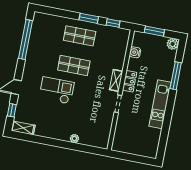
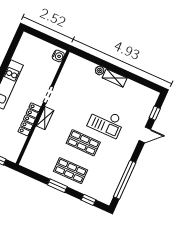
window: (113, 23) -> (89, 200), moved
water cooler: (135, 52) -> (58, 56), moved
locker: (130, 81) -> (29, 119), width x1.53
shelving: (23, 128) -> (115, 78), moved

